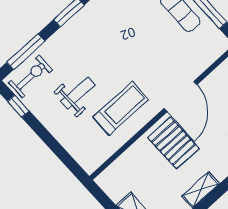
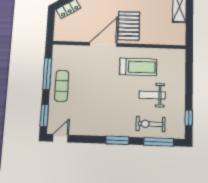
exercise bike: (31, 76) -> (151, 124), moved
treadmill: (121, 108) -> (138, 67), turned 180

